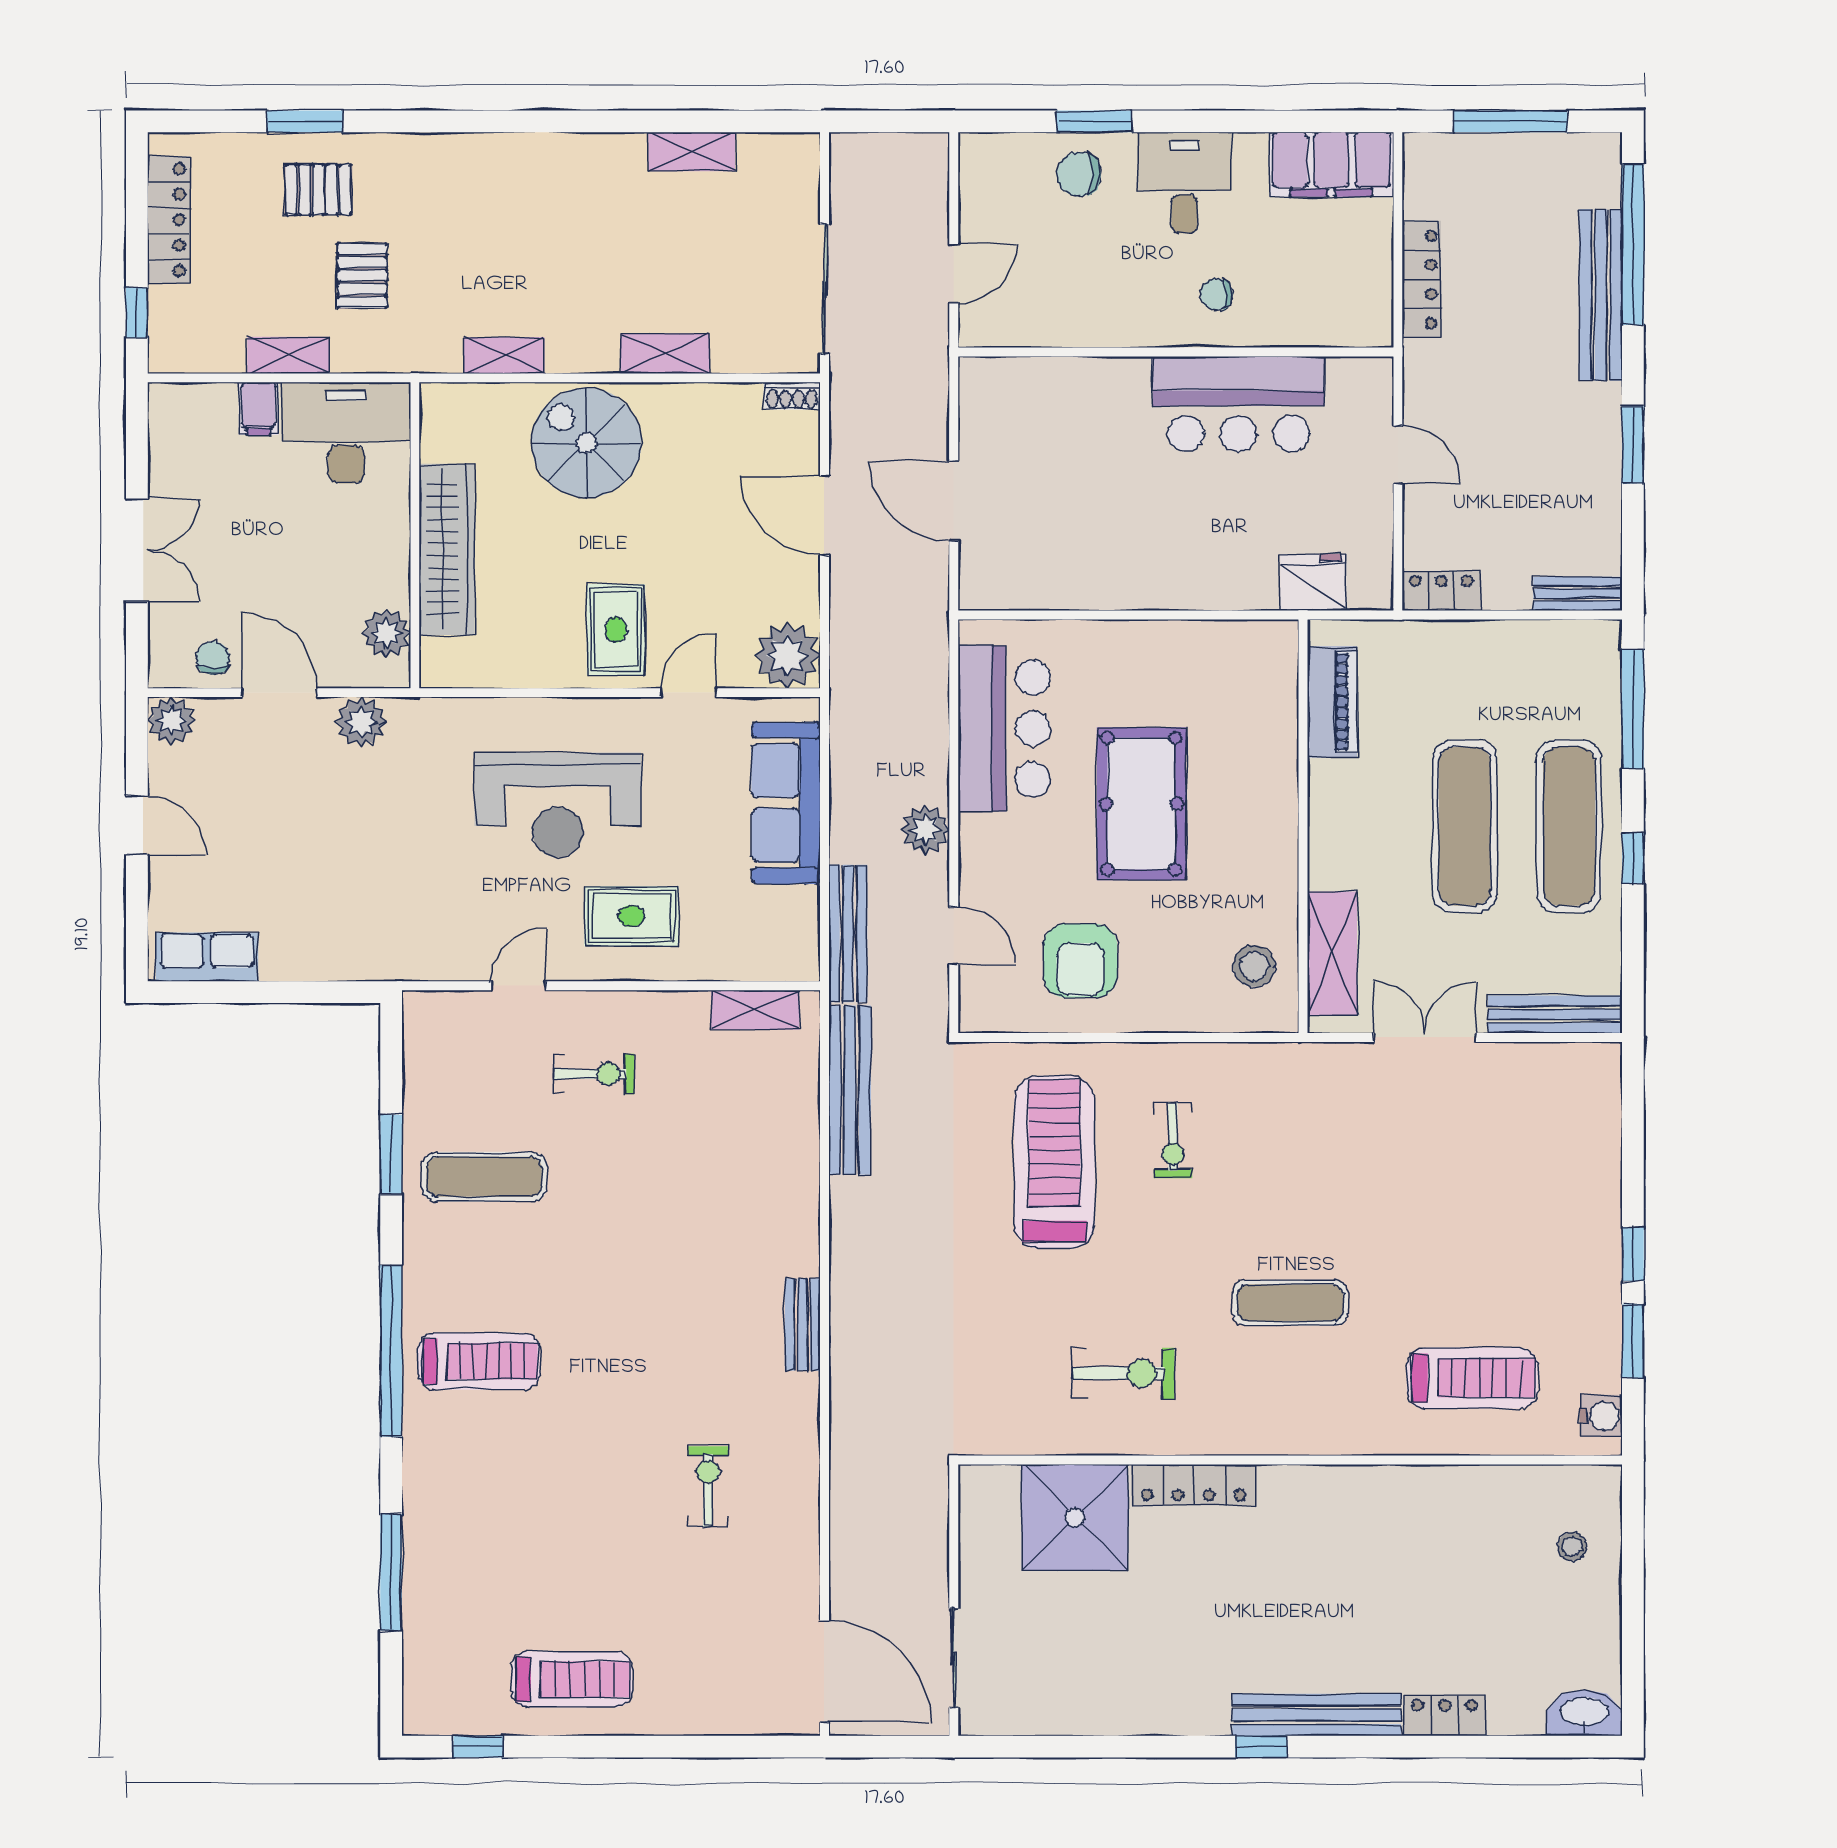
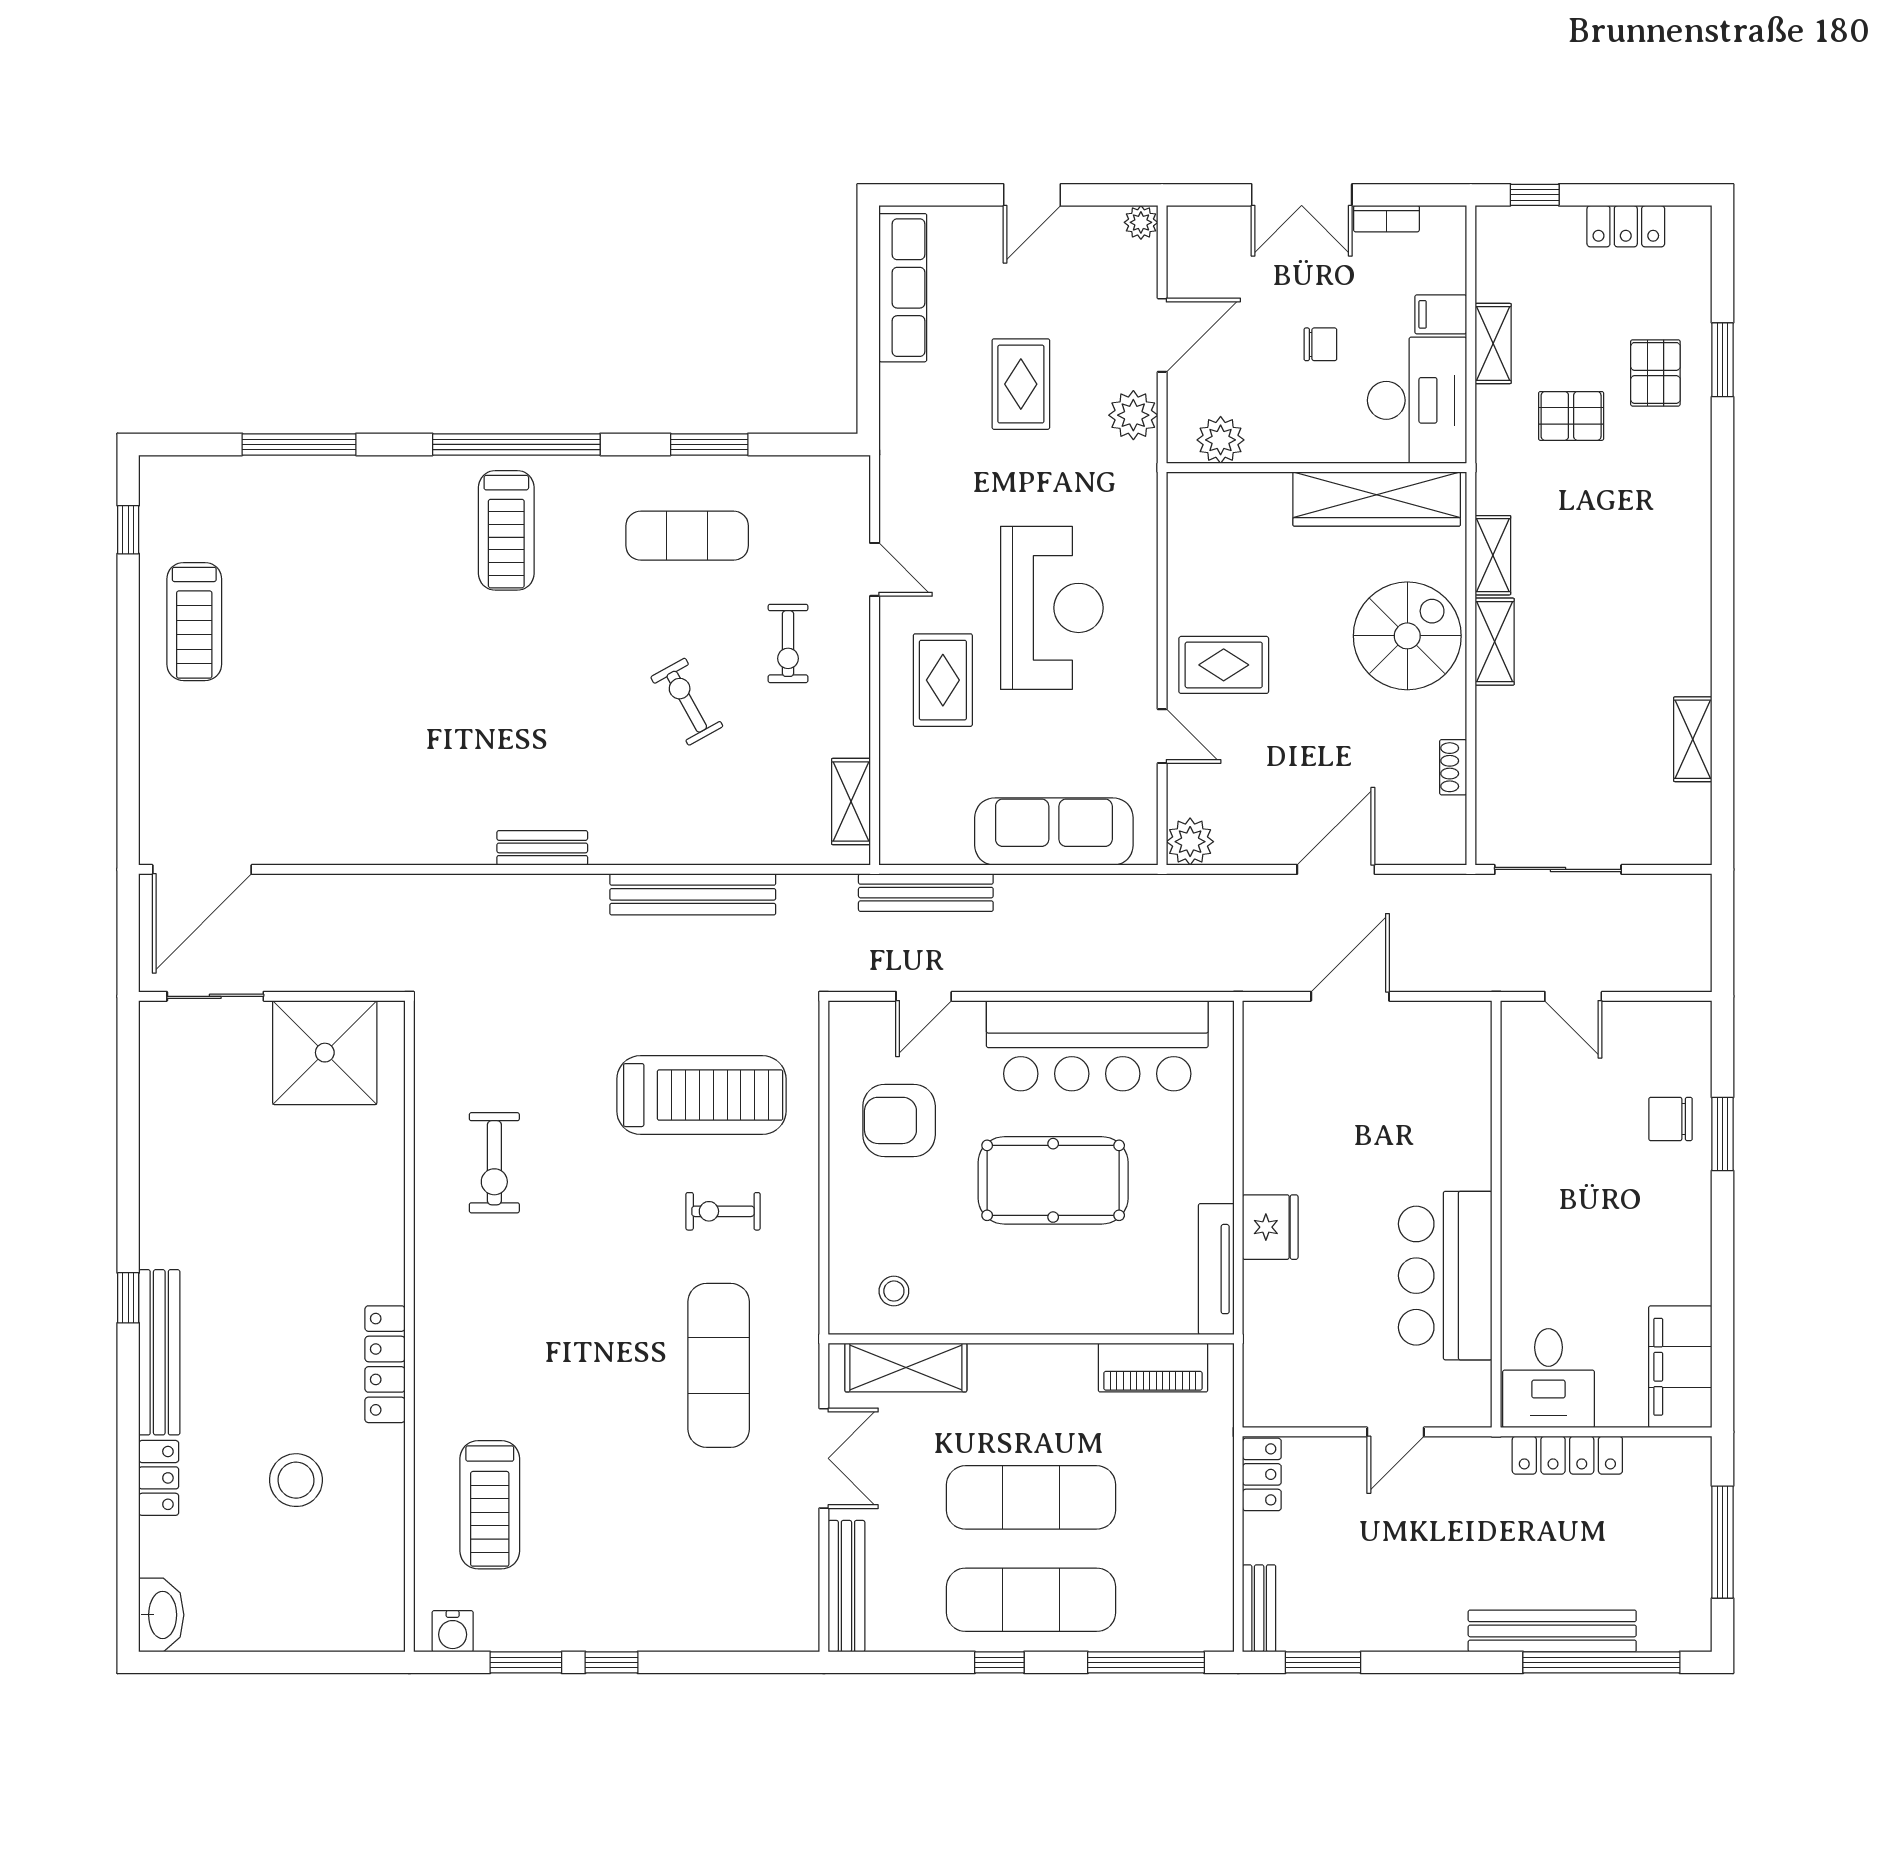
chair: (1079, 174) -> (1671, 1119), turned -90
desk: (1184, 183) -> (1548, 1378), moved, turned 90
locker: (169, 220) -> (1626, 226), width x0.66
chair: (1217, 294) -> (1553, 1254), removed
shelving: (665, 354) -> (1495, 642), moved
shoe rack: (792, 396) -> (1453, 767), moved
window: (1633, 445) -> (1323, 1662), moved
bookcase: (161, 464) -> (1386, 219), added
wardrobe: (447, 549) -> (1377, 499), moved
fridge: (1313, 582) -> (1270, 1227), moved
tv unit: (1232, 637) -> (1216, 1269), added
plant: (787, 655) -> (1190, 842), width x0.73, depth x0.73
chair: (213, 658) -> (1320, 344), moved
plant: (171, 721) -> (1141, 222), width x0.73, depth x0.73
bar counter: (1004, 729) -> (1097, 1046), width x1.36
reception desk: (558, 805) -> (1052, 608), turned 180
plant: (925, 830) -> (1027, 968), removed
rug: (330, 837) -> (1021, 384), added
row of seats: (207, 957) -> (903, 288), width x1.48
stool: (1254, 966) -> (894, 1291), width x0.73, depth x0.73
bench: (850, 1090) -> (693, 894), moved
exercise mat: (484, 1177) -> (687, 536), turned 90
exercise mat: (1290, 1303) -> (719, 1365), moved, width x1.36, depth x1.45
locker: (1193, 1485) -> (385, 1364), moved
exercise bike: (708, 1486) -> (687, 702), moved, turned -119
shower: (1075, 1517) -> (325, 1053), moved
stool: (1572, 1546) -> (296, 1480), moved, width x1.89, depth x1.89

